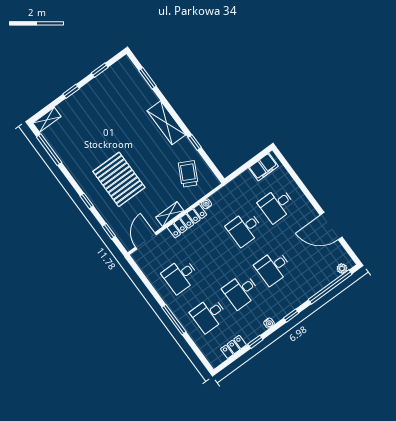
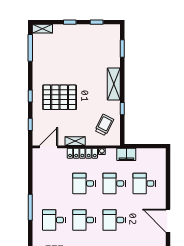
filing cabinet: (263, 167) -> (126, 154), moved
pallet: (119, 179) -> (60, 97), turned 90
desk: (180, 276) -> (84, 183), moved

